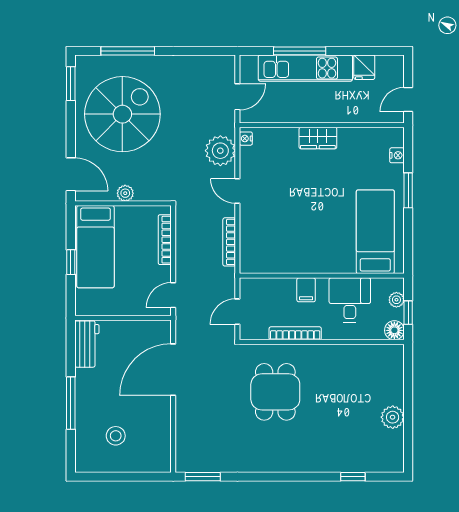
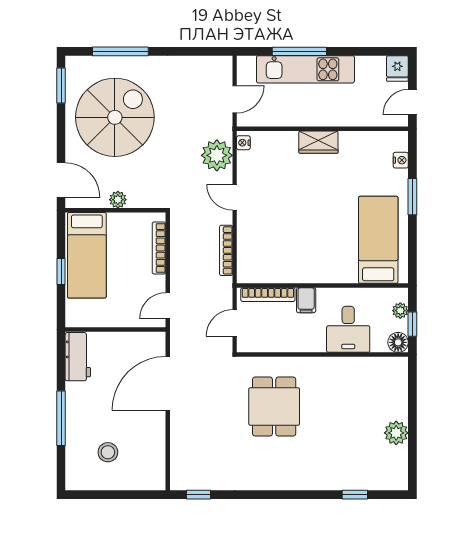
fridge: (364, 67) -> (397, 68), moved
desk: (350, 300) -> (348, 329), moved, turned 180
bookcase: (295, 333) -> (268, 295), moved, turned 180
window: (203, 477) -> (199, 495), width x0.67

